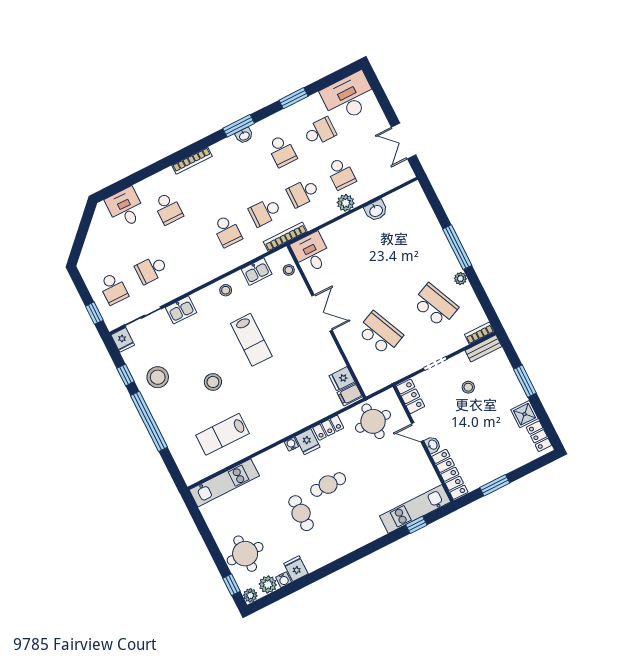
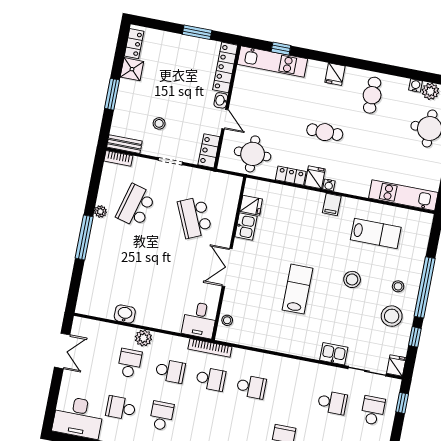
school desk: (227, 231) -> (251, 387), turned 90
kitchen sink: (257, 272) -> (246, 227), moved, turned 90
stool: (226, 290) -> (398, 286), moved
school desk: (435, 305) -> (136, 206), turned 39
filing cabinet: (350, 395) -> (332, 204), moved, turned 90
cafe table: (301, 513) -> (372, 95), moved
fridge: (296, 569) -> (335, 74), moved

